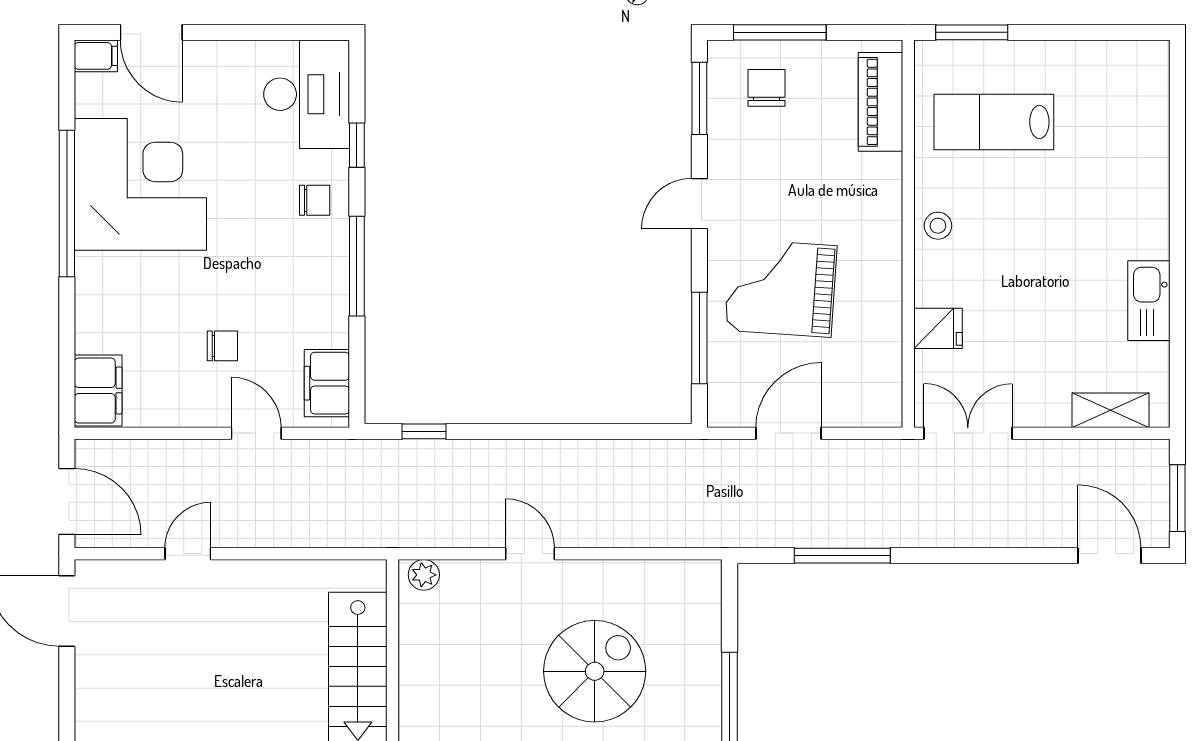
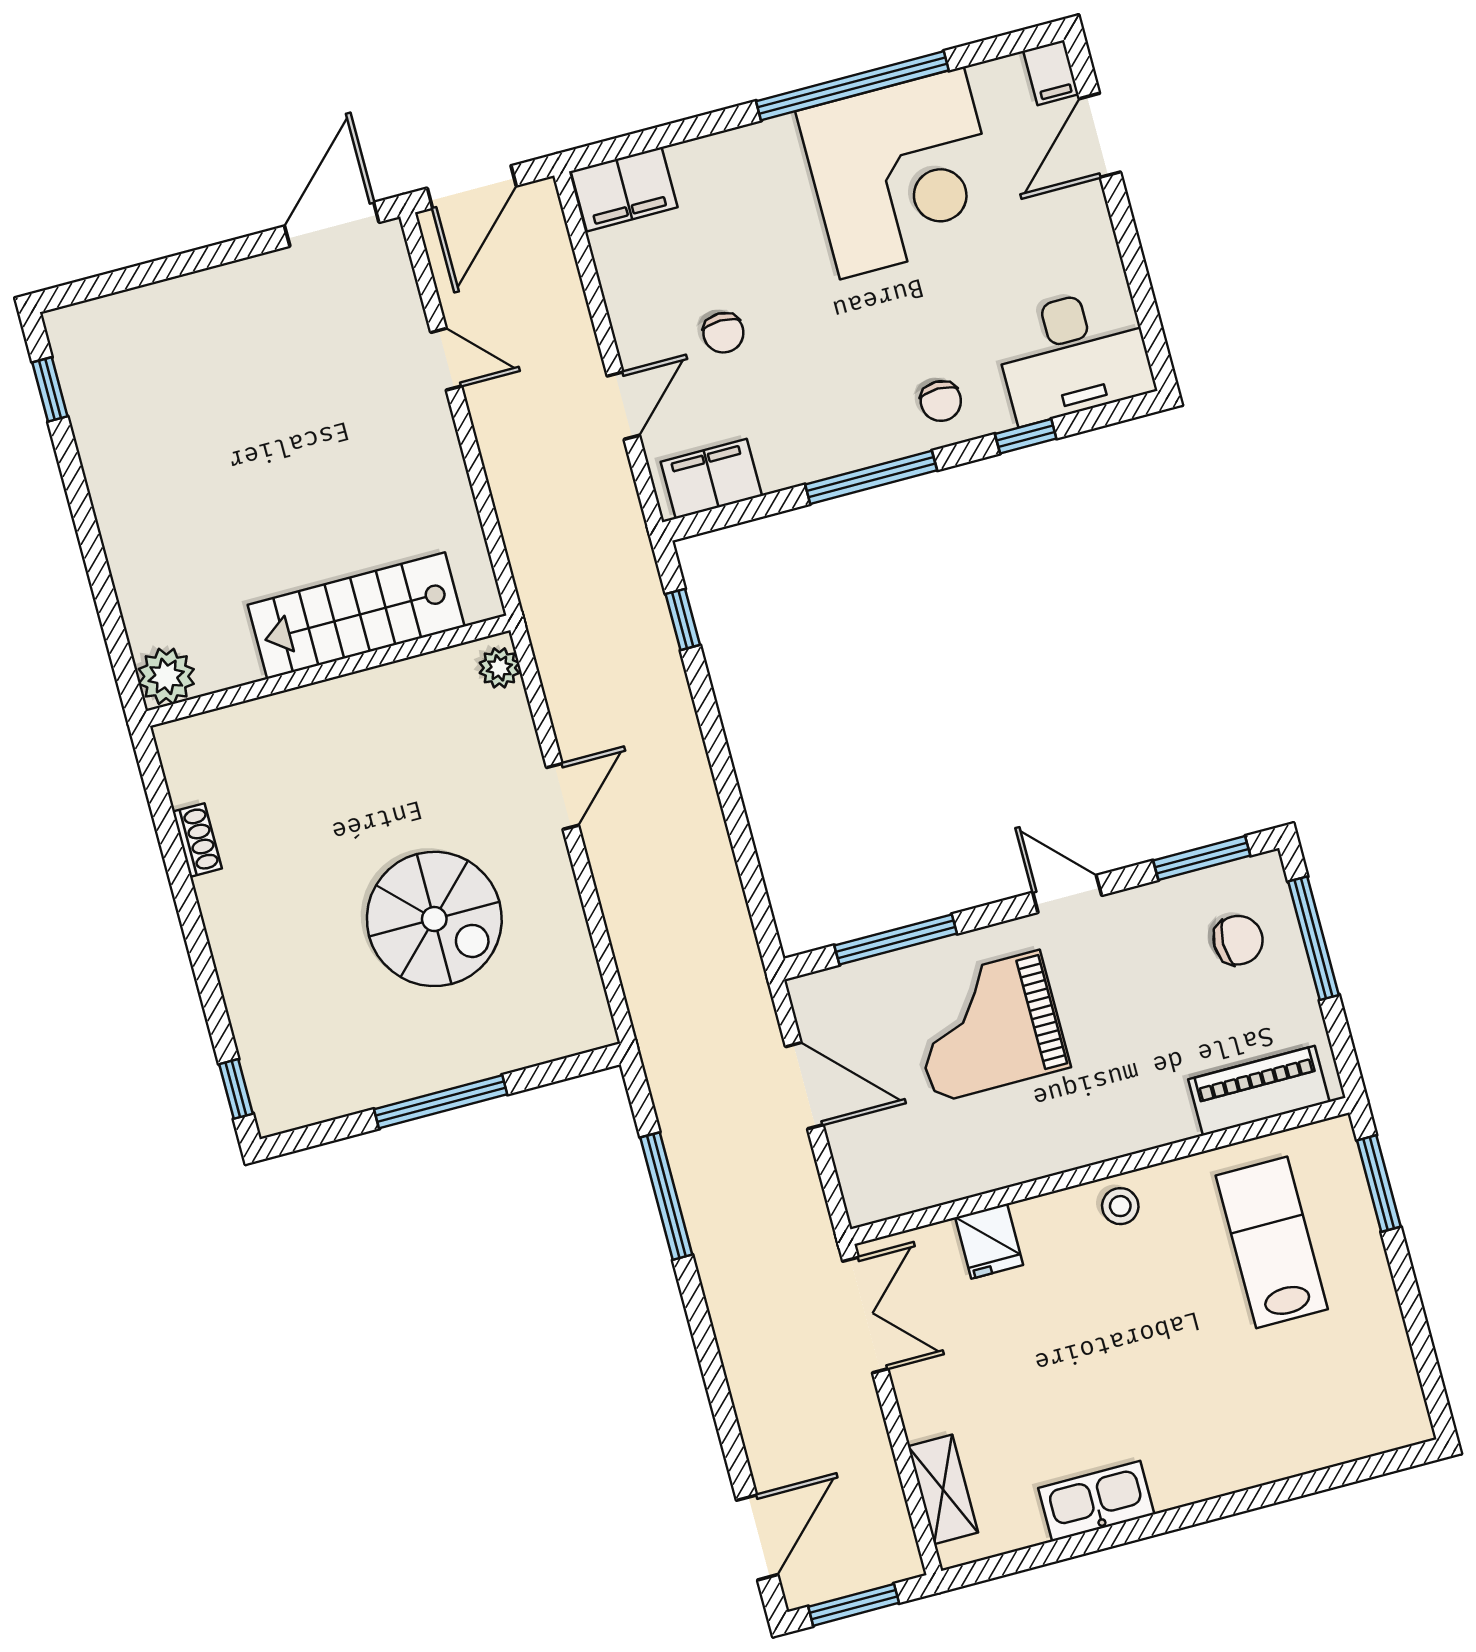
grand piano: (781, 288) -> (987, 1027), turned -94

